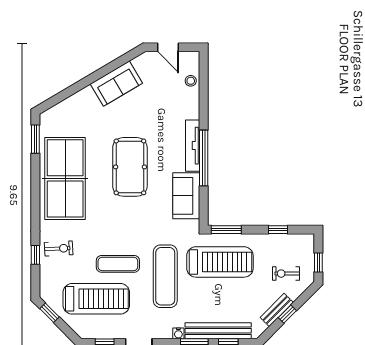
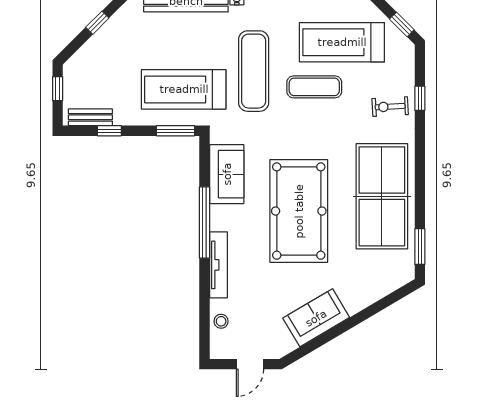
door: (168, 47) -> (250, 364), swing flipped
tv unit: (193, 146) -> (218, 265), moved
pool table: (130, 167) -> (299, 211), width x1.36, depth x1.32
exercise bike: (286, 274) -> (99, 75), removed
bench: (277, 310) -> (90, 117), moved, turned 45

